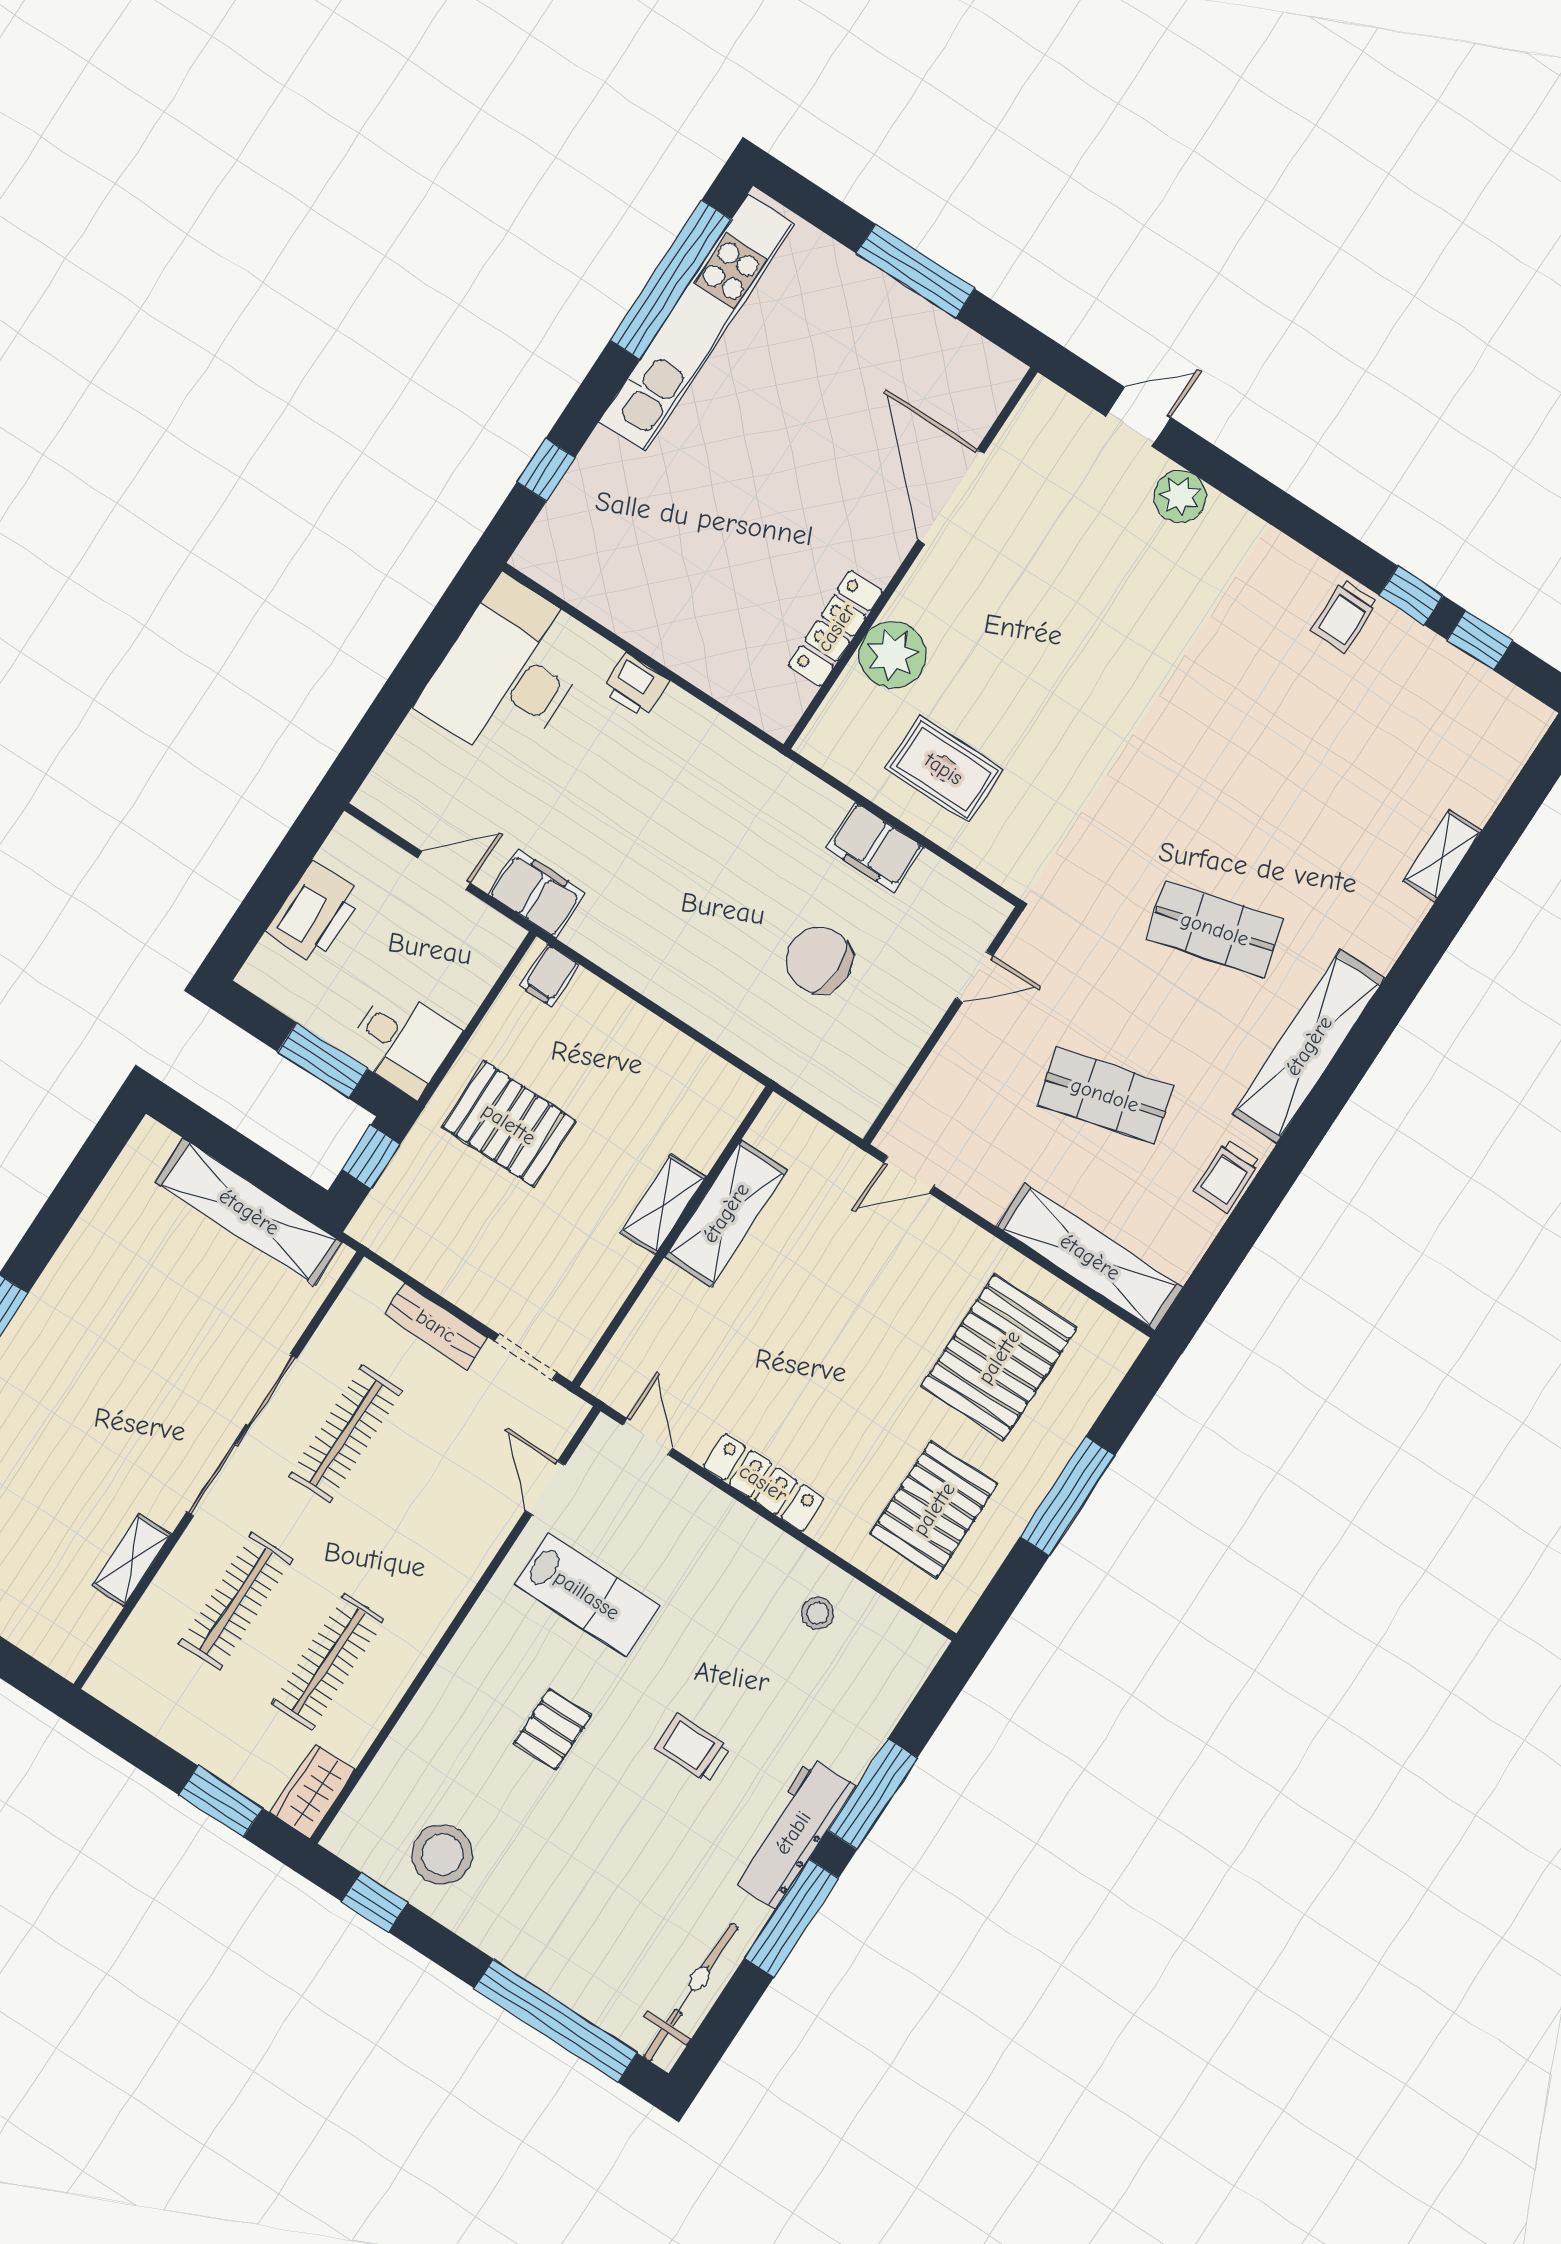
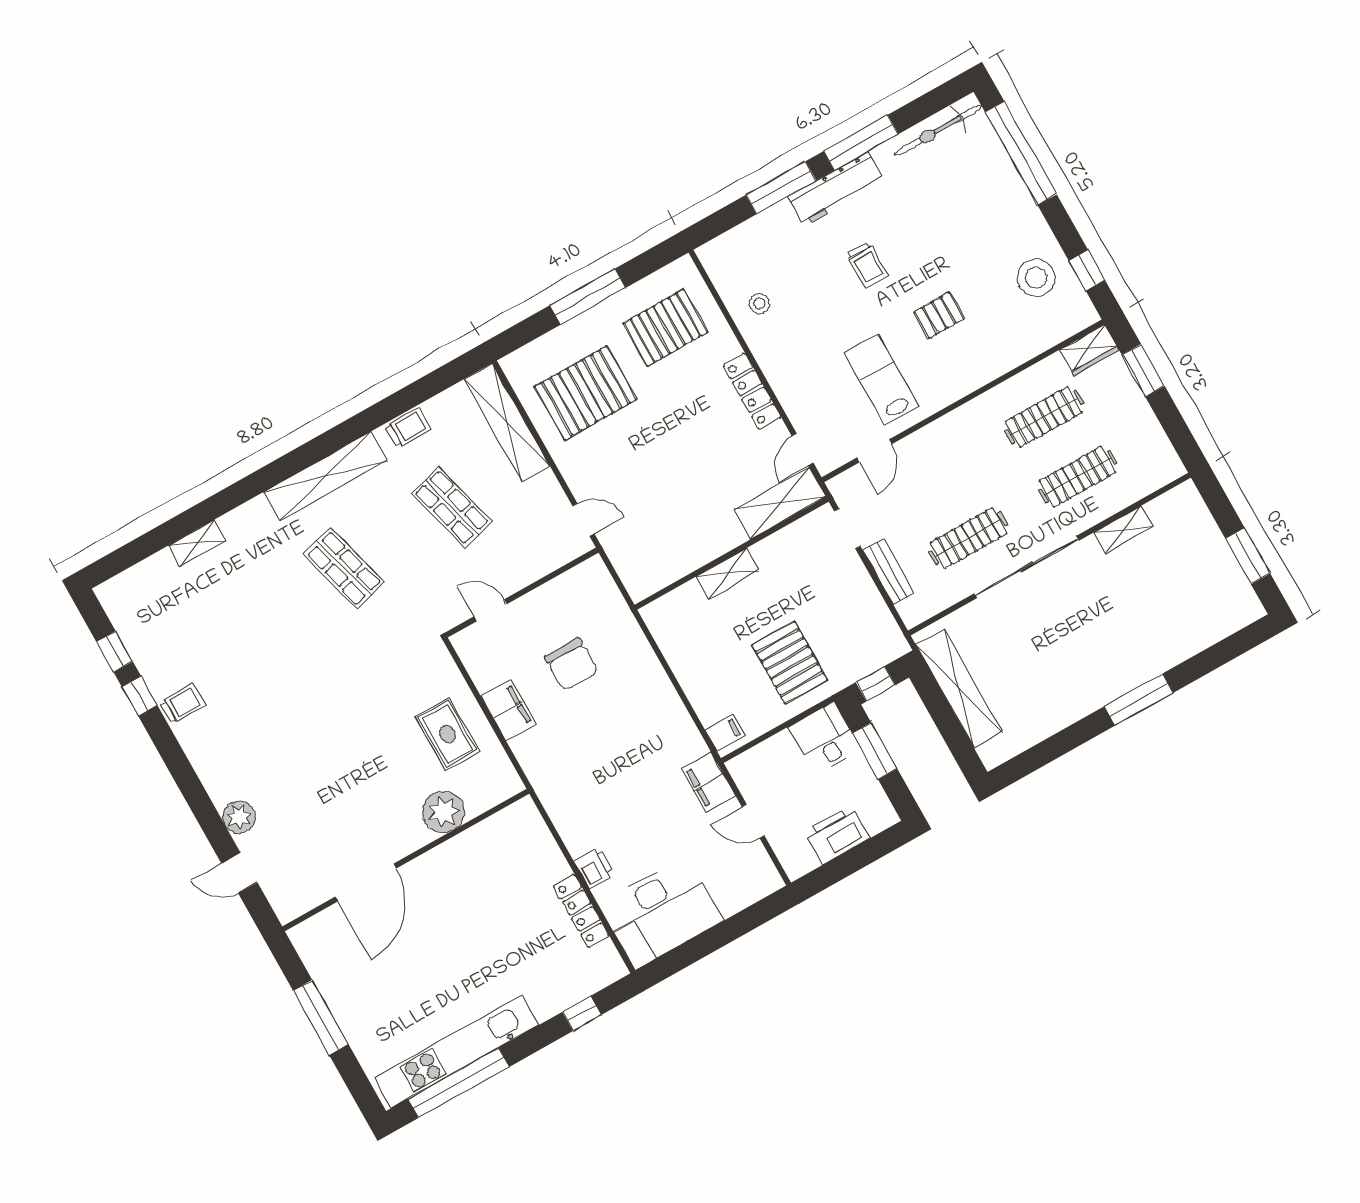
locker: (836, 628) -> (581, 911), moved, turned 90
shelving: (726, 1213) -> (780, 503), moved

